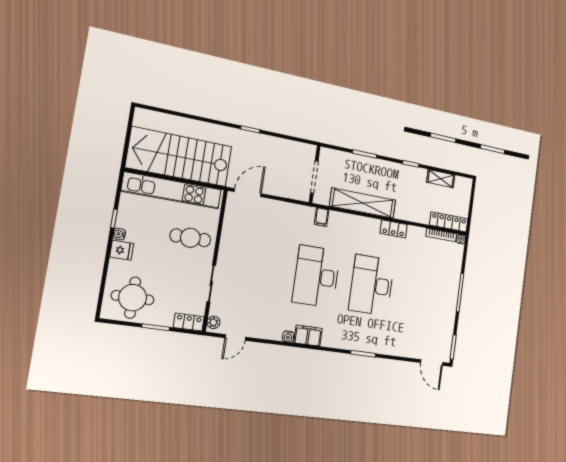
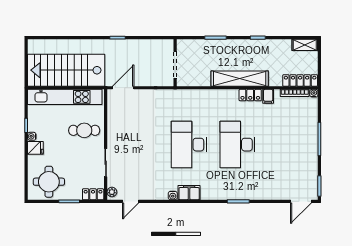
shelving: (441, 179) -> (305, 45), moved
shelving: (363, 203) -> (240, 79), moved
filing cabinet: (322, 217) -> (268, 96), moved
door: (432, 362) -> (301, 201), hinge flipped

